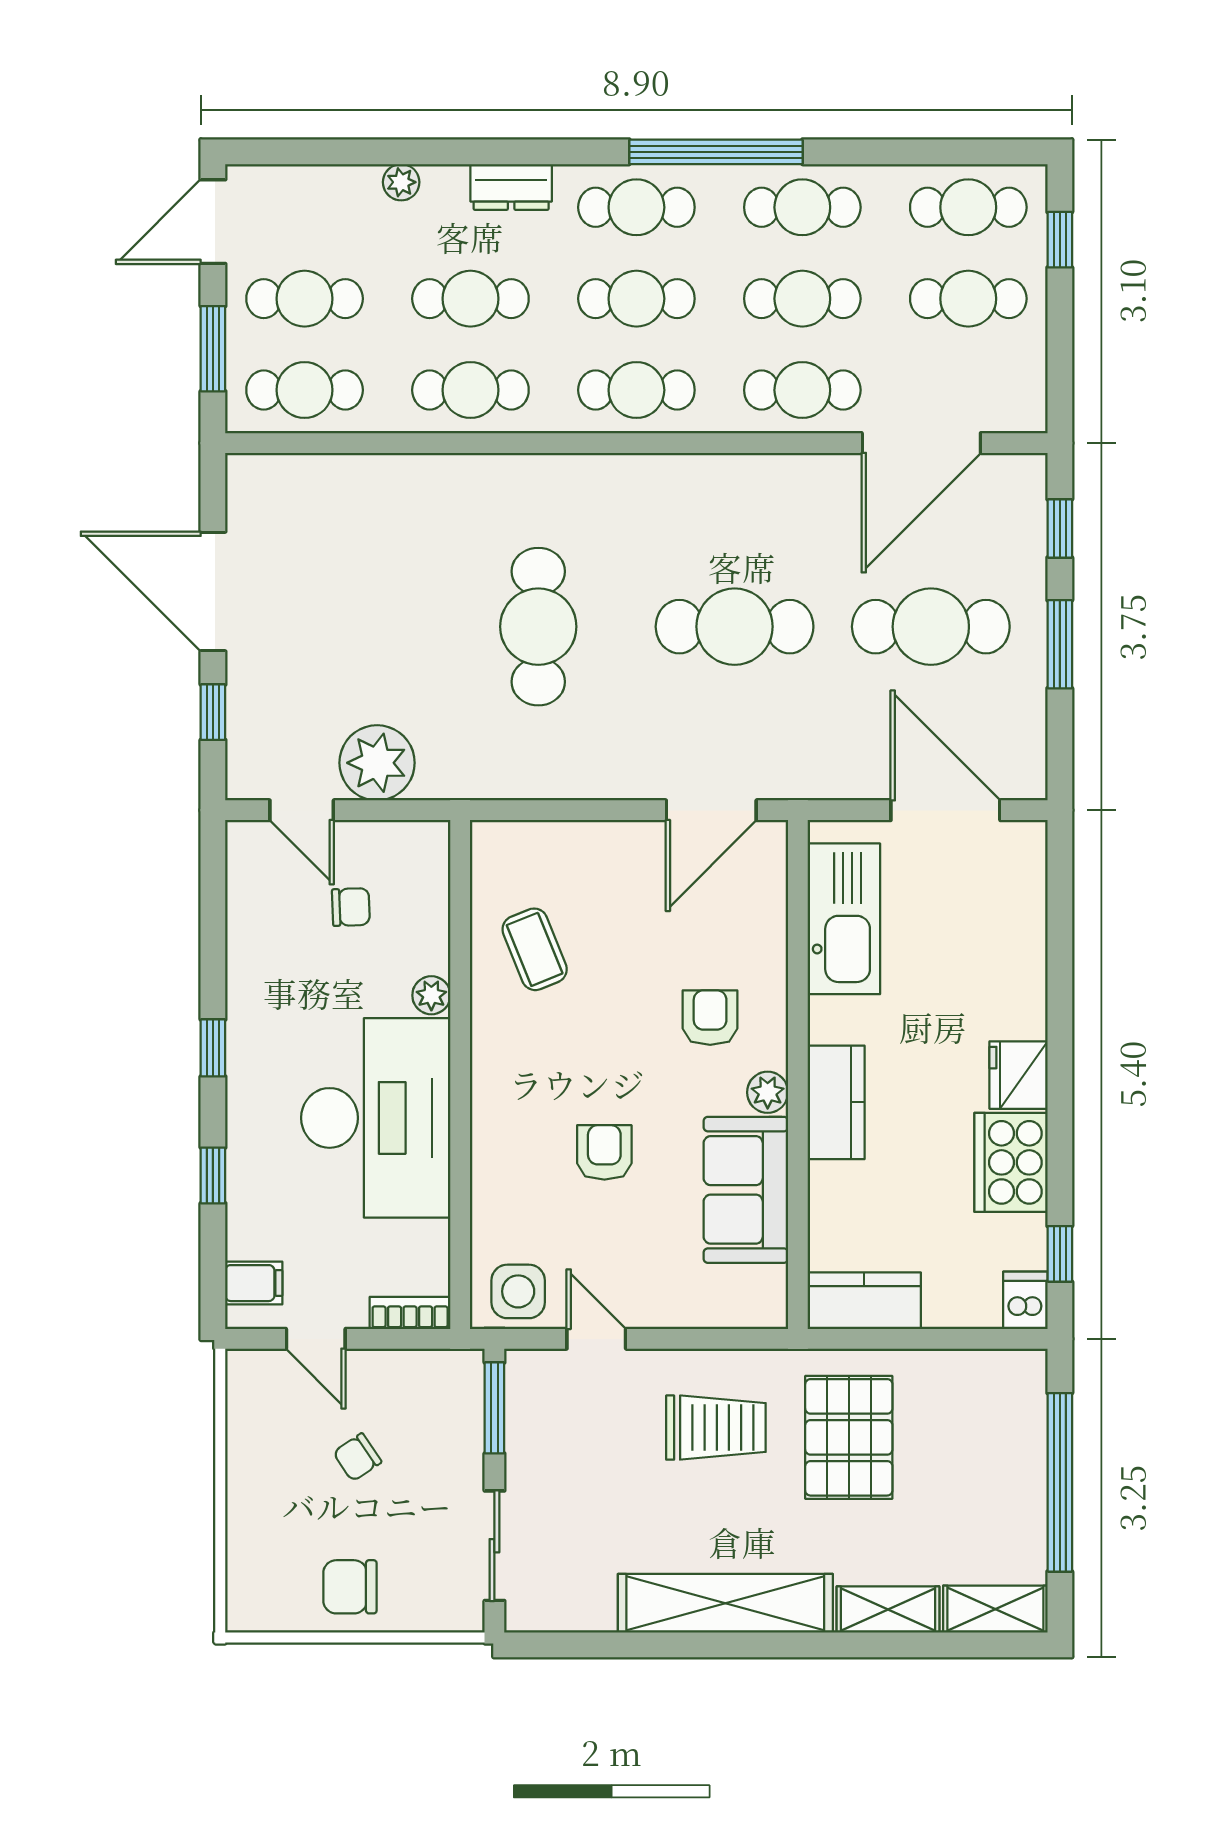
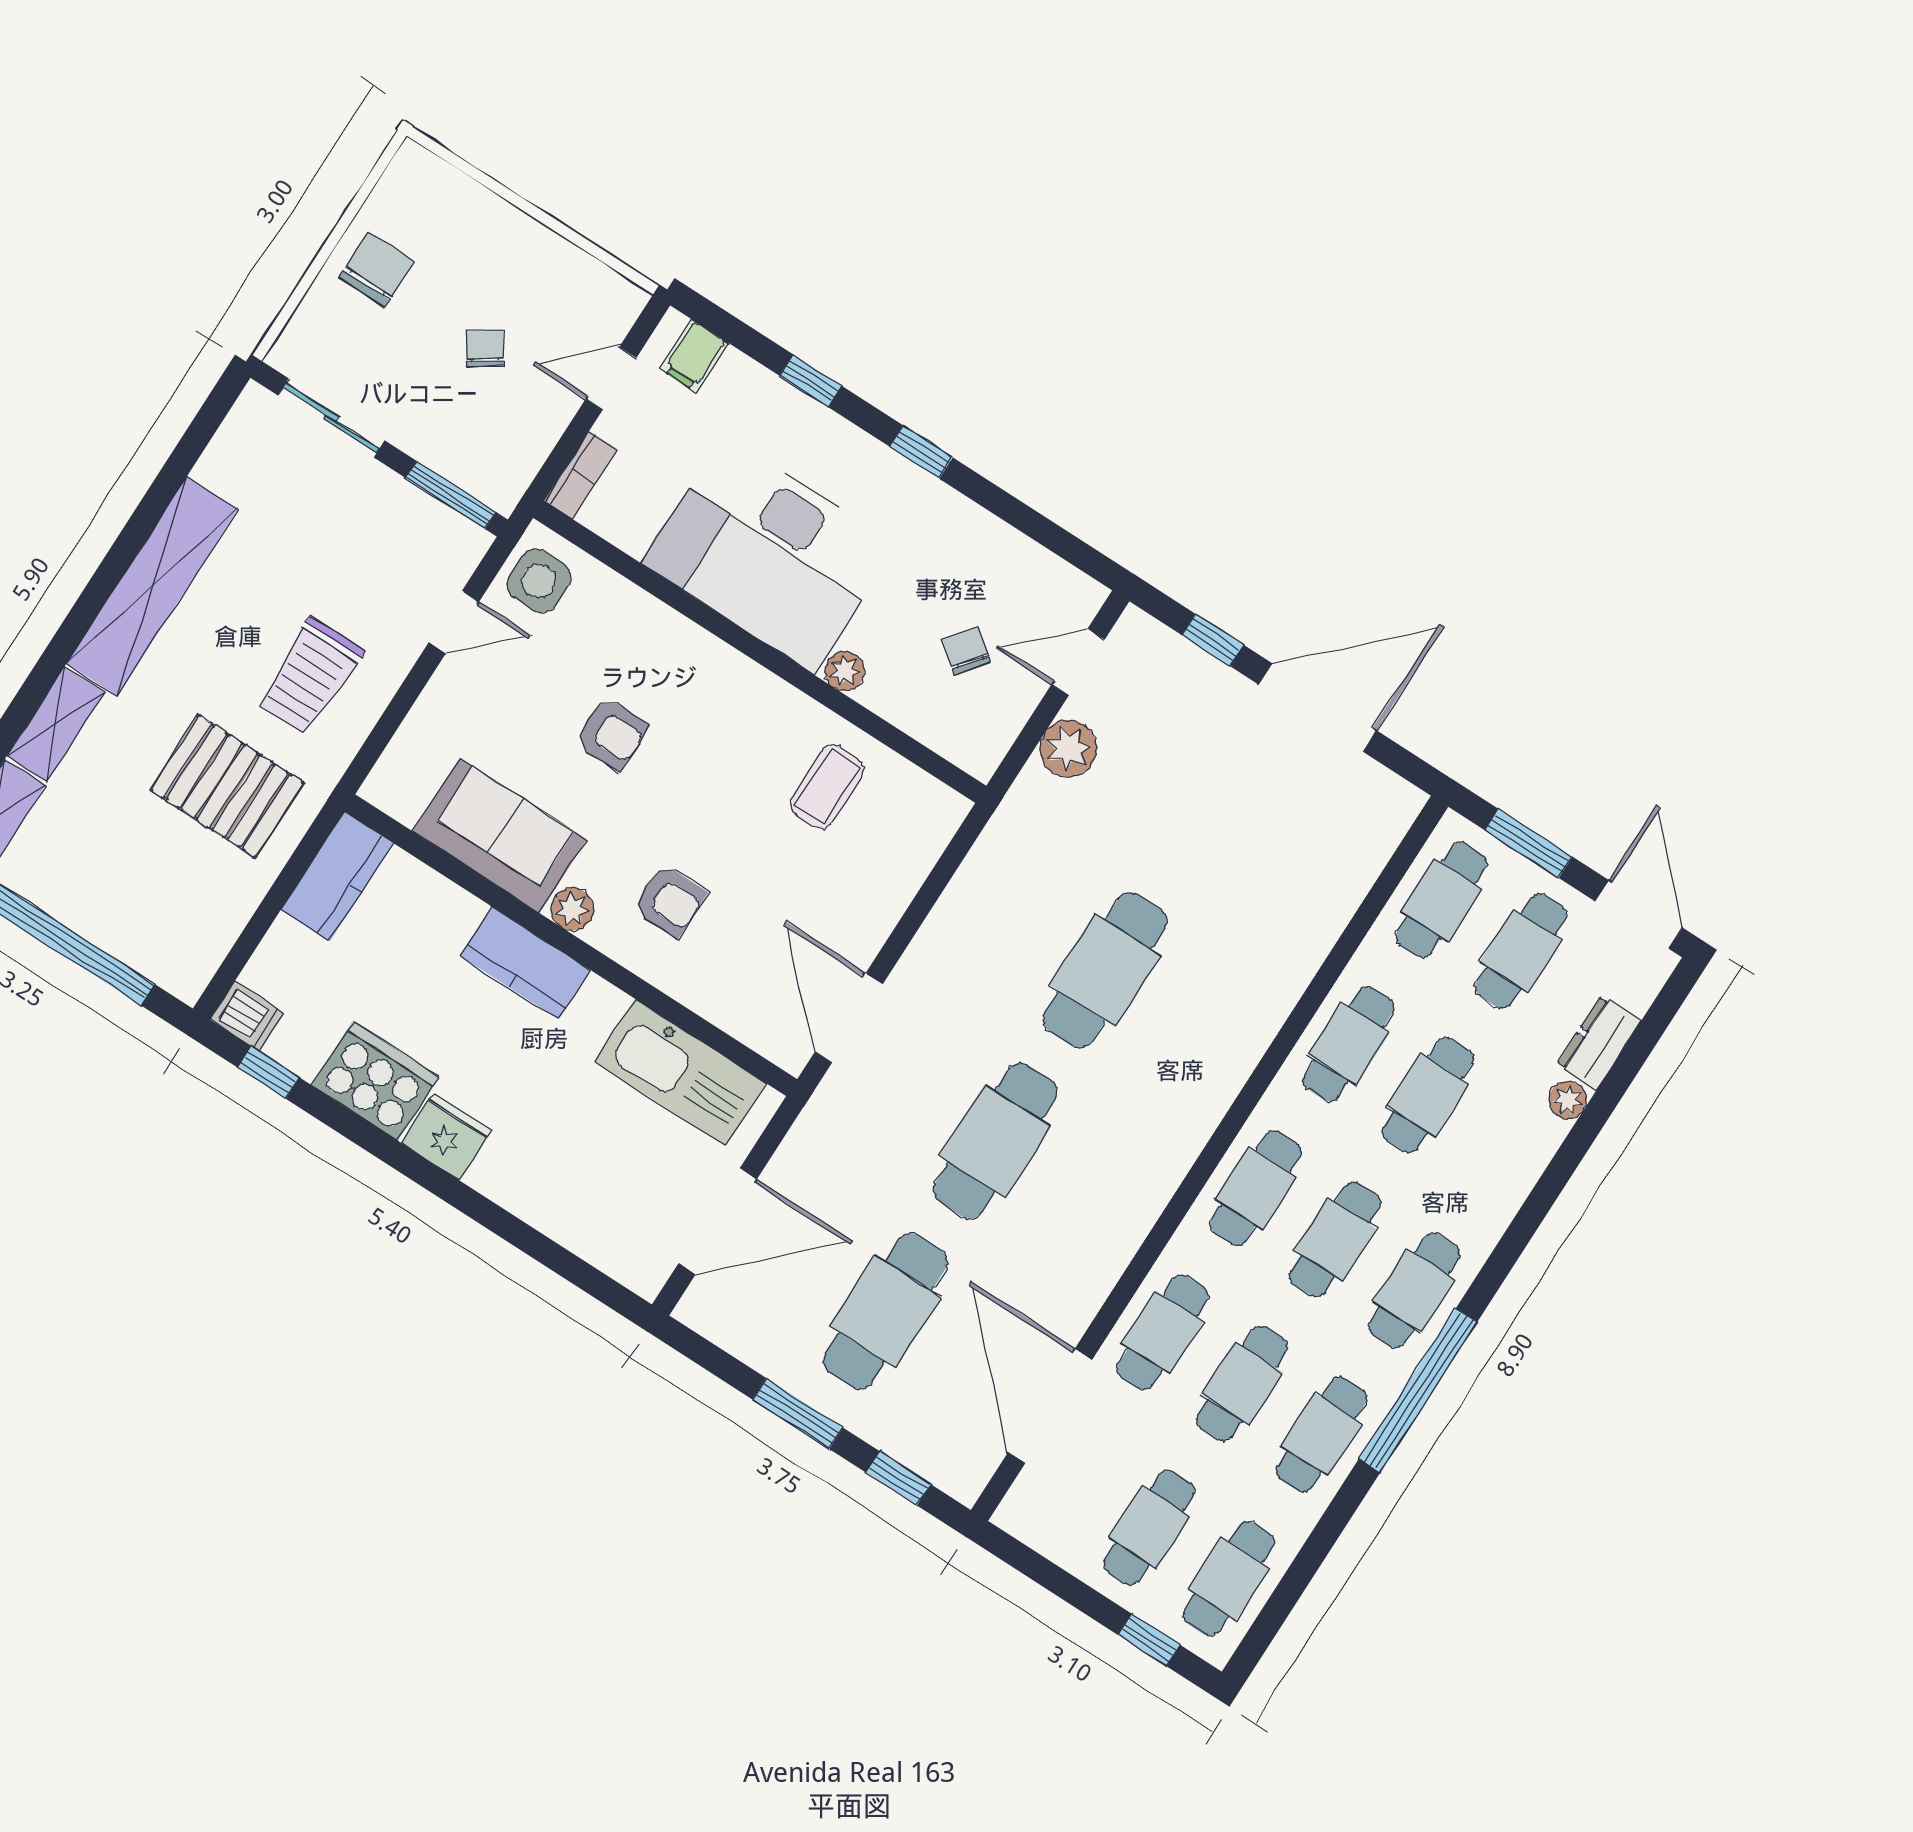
dresser: (511, 187) -> (1599, 1043), moved
cafe table: (538, 627) -> (1105, 970), turned 90
plant: (377, 763) -> (1068, 749), width x0.73, depth x0.73
chair: (351, 907) -> (966, 651), turned 130
coffee table: (535, 949) -> (827, 787), turned -68

